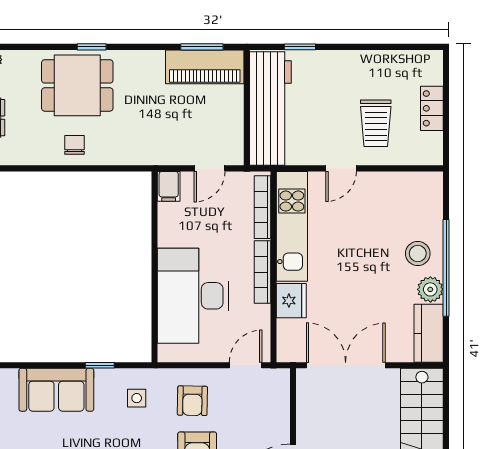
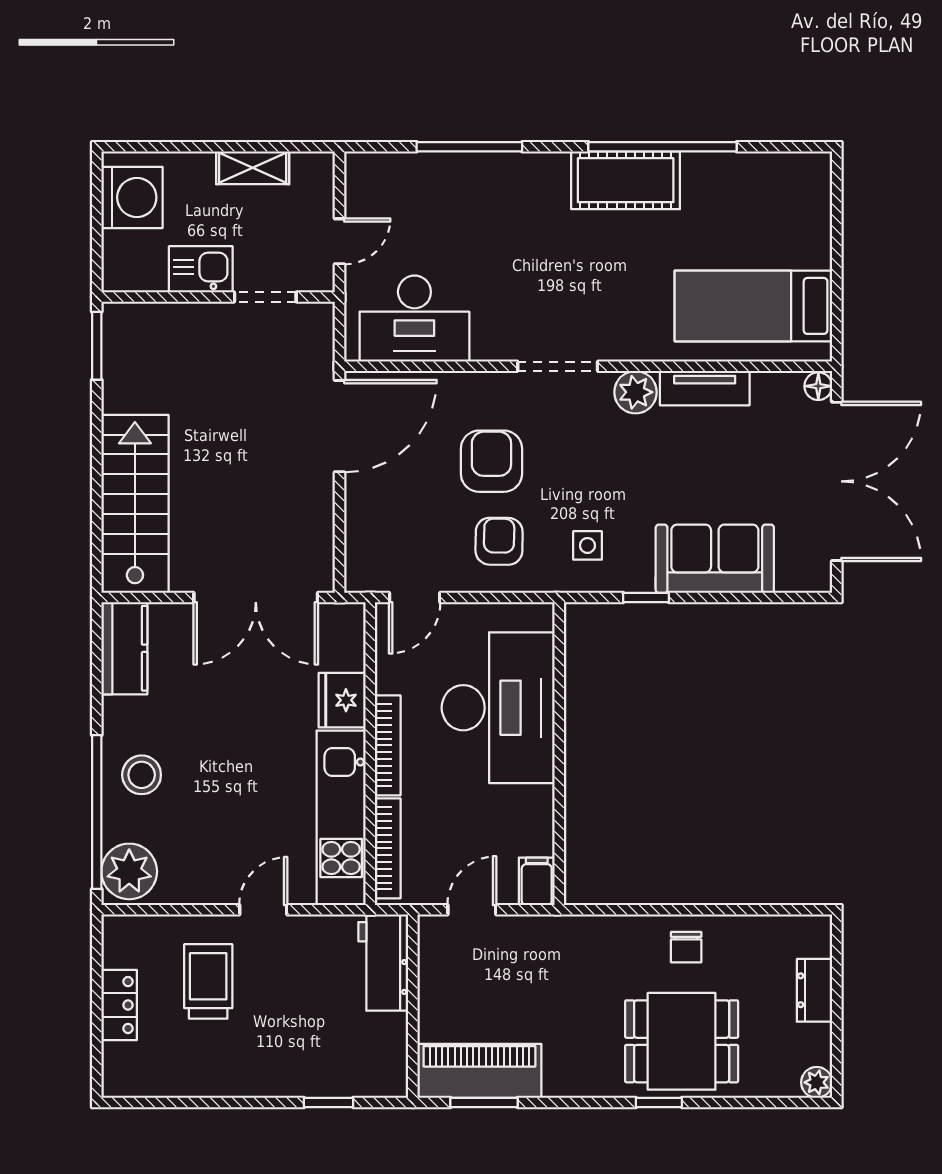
workbench: (270, 109) -> (383, 963), width x0.53, depth x0.76
window: (446, 268) -> (97, 812), moved
plant: (430, 289) -> (129, 871), moved, width x1.36, depth x1.36

